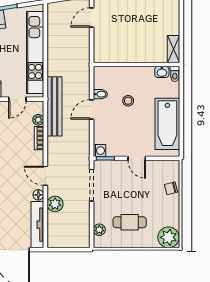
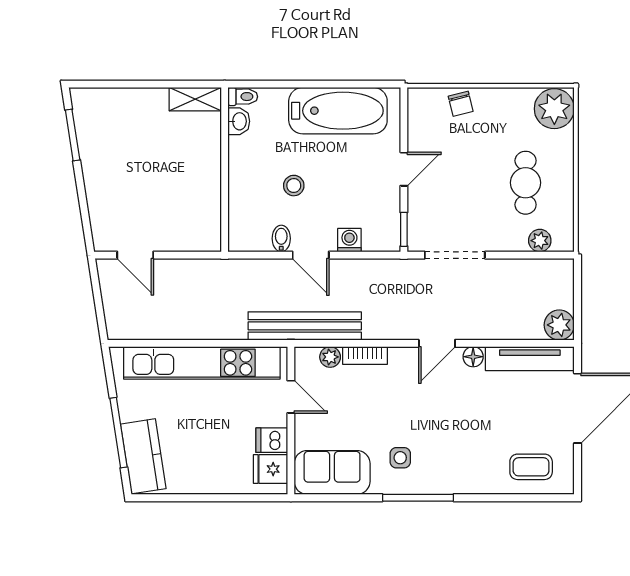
washing machine: (100, 151) -> (349, 240), moved
plant: (55, 204) -> (559, 325), moved

